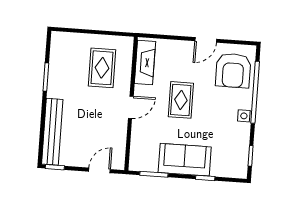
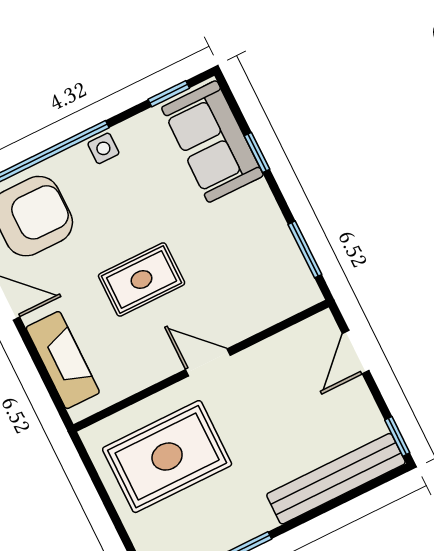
fireplace: (145, 63) -> (63, 360), moved, turned 90
rug: (102, 68) -> (167, 457), width x1.36, depth x1.43
sofa: (185, 160) -> (212, 142), moved
door: (99, 170) -> (356, 352), hinge flipped

